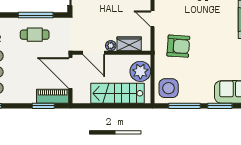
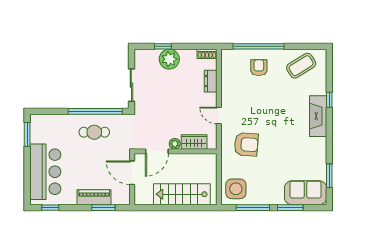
window: (36, 15) -> (95, 111), width x1.46
door: (94, 53) -> (157, 151), hinge flipped
plant: (140, 71) -> (206, 171), removed
door: (71, 73) -> (132, 173), width x0.73
piano: (53, 96) -> (94, 197), moved

